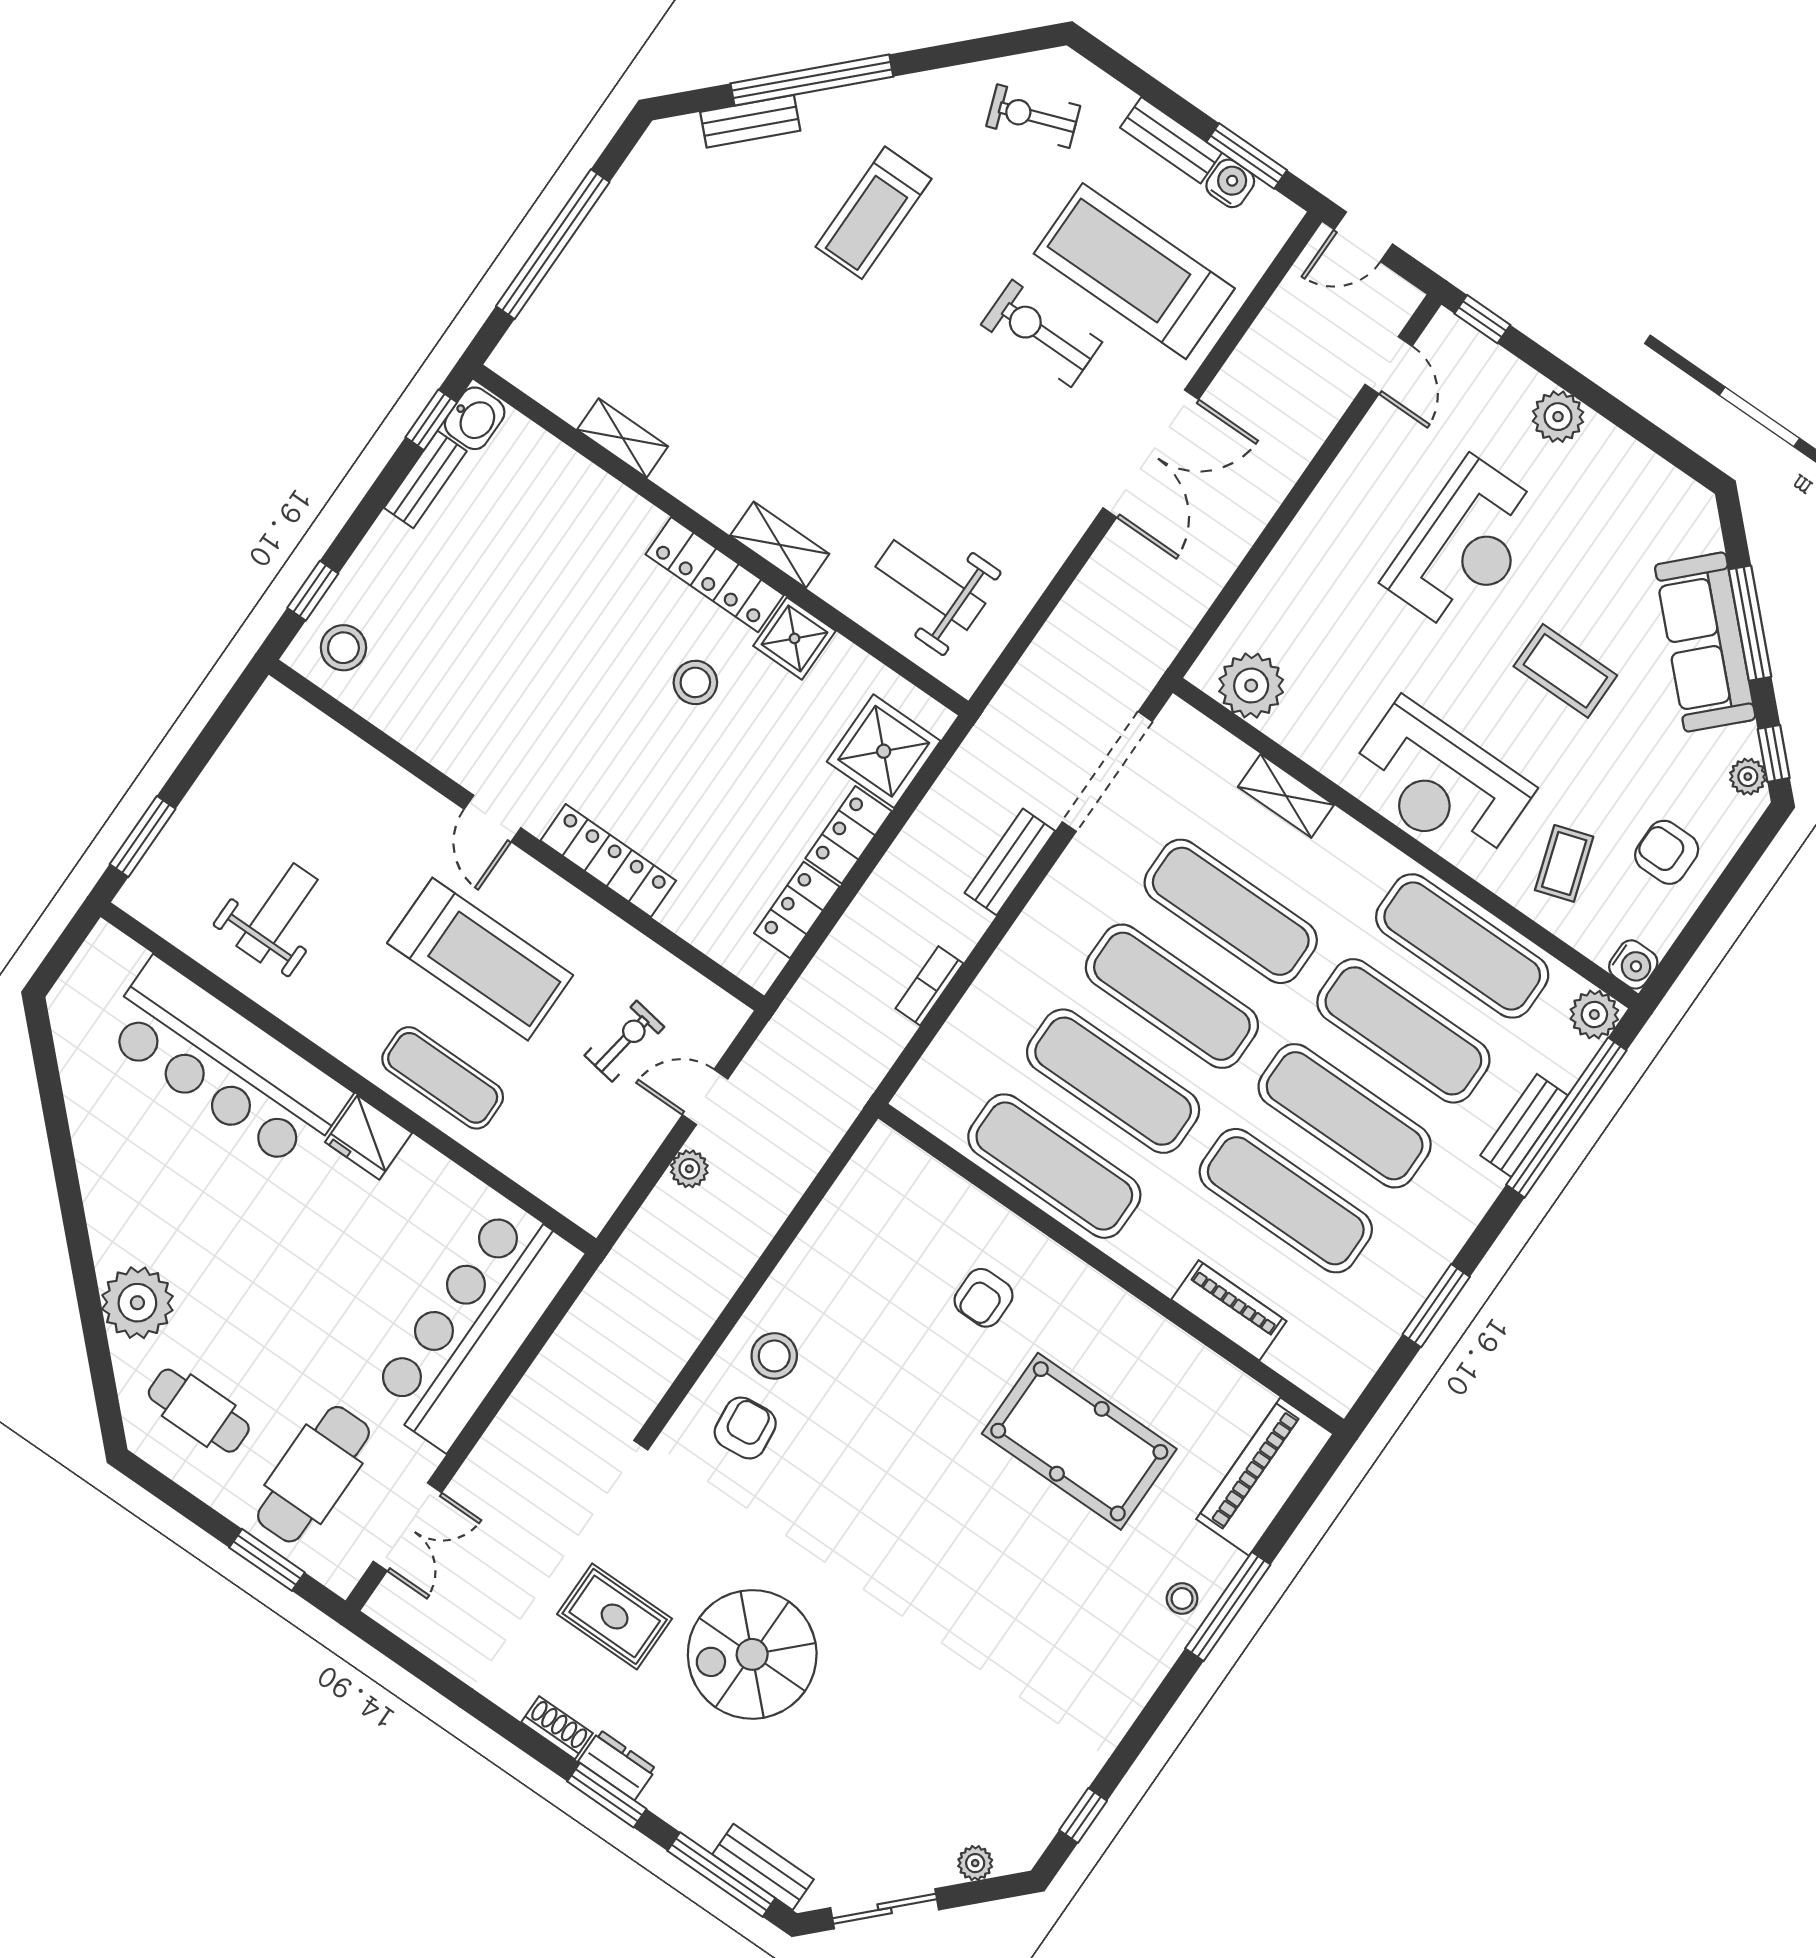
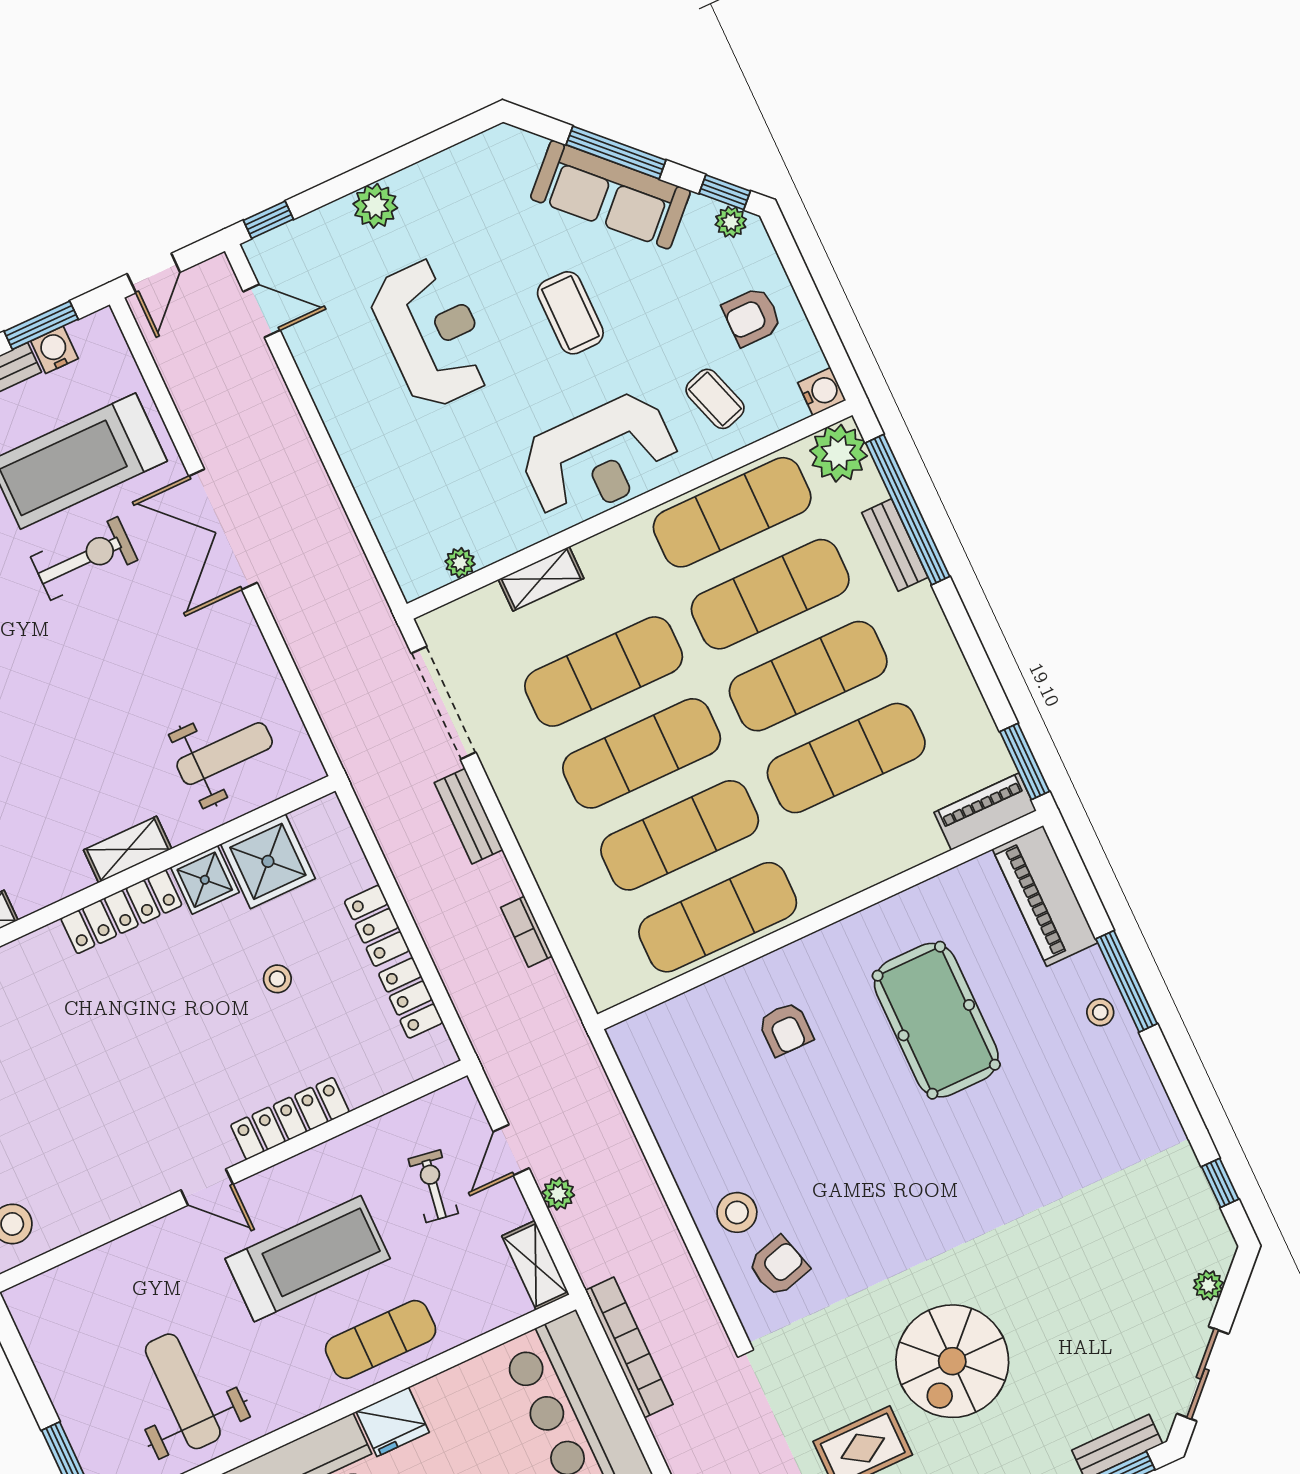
exercise bike: (1042, 333) -> (84, 558), turned 180
double door: (1151, 454) -> (223, 529), swing flipped
weight bench: (930, 585) -> (225, 754), turned 180
coffee table: (1565, 671) -> (570, 313), turned 90
stool: (695, 682) -> (277, 979), moved, width x0.73, depth x0.73
plant: (1251, 686) -> (460, 563), width x0.53, depth x0.53
shower: (884, 751) -> (268, 861), moved
weight bench: (277, 913) -> (183, 1391), width x1.36, depth x1.33
plant: (1594, 1015) -> (839, 453), width x1.36, depth x1.36
shelving: (606, 1188) -> (536, 1265), added
window: (1436, 1306) -> (1025, 761), moved
piano: (1229, 1310) -> (985, 812), moved
bookcase: (579, 1328) -> (629, 1347), added
armchair: (745, 1428) -> (778, 1266), turned 80
pool table: (1079, 1441) -> (936, 1020), turned 90

